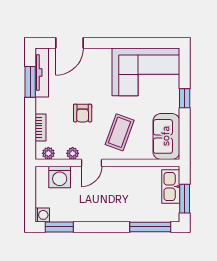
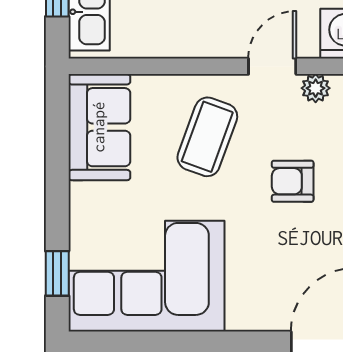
window: (185, 98) -> (57, 273), moved
armchair: (83, 113) -> (293, 181), turned -90

